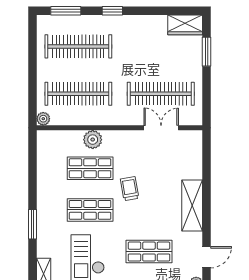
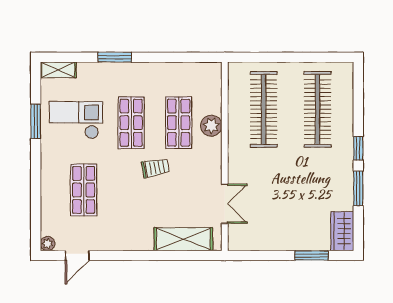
window: (66, 11) -> (358, 188), moved
clothes rail: (161, 94) -> (264, 203), removed
plant: (43, 119) -> (235, 69), removed
shelving: (192, 205) -> (183, 239), moved
door: (206, 257) -> (77, 256), hinge flipped

